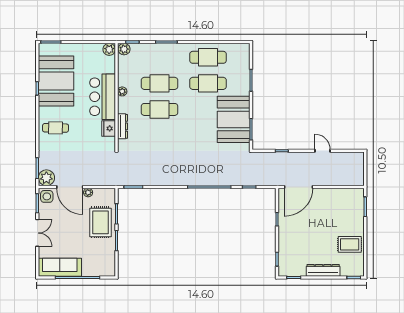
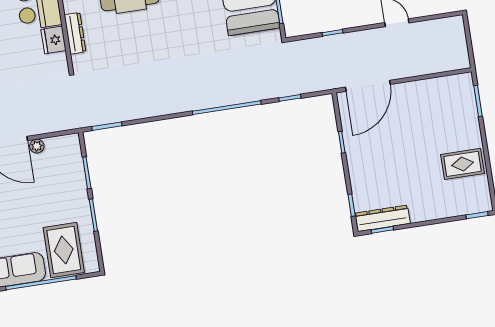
rug: (100, 222) -> (64, 250), moved
dresser: (323, 270) -> (382, 218), moved

